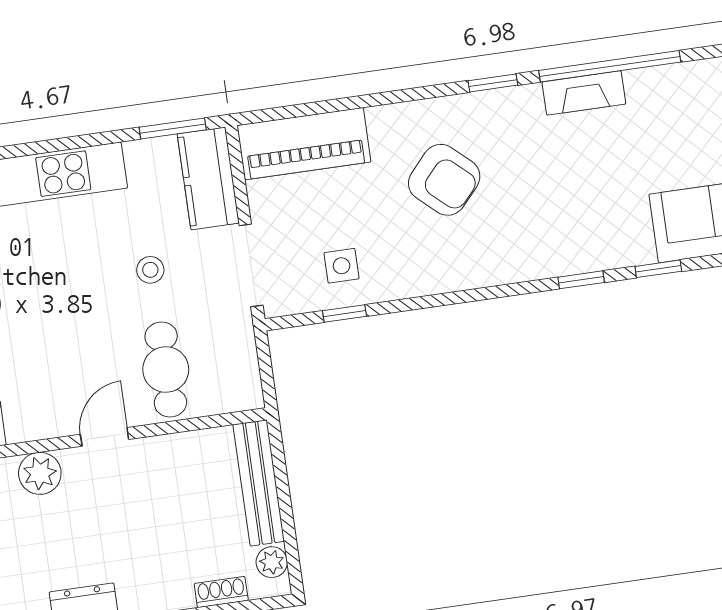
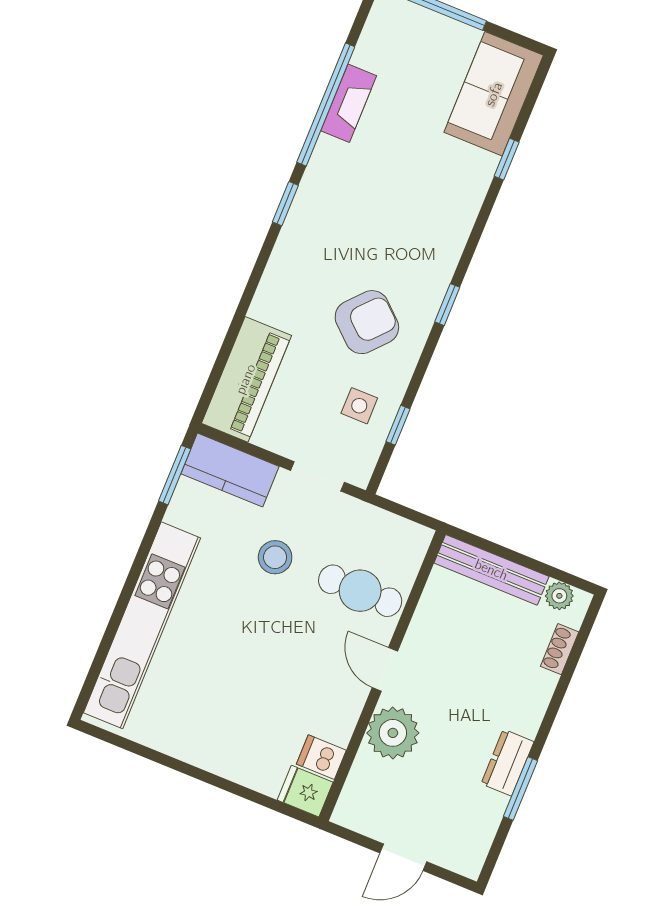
fireplace: (584, 93) -> (349, 103), moved
armchair: (444, 180) -> (367, 322), moved
doorway: (251, 265) -> (318, 476), width x0.73
stool: (150, 270) -> (275, 557), width x1.37, depth x1.37
window: (581, 280) -> (447, 305), moved
plant: (40, 473) -> (393, 733), width x1.36, depth x1.36

